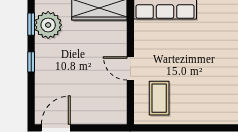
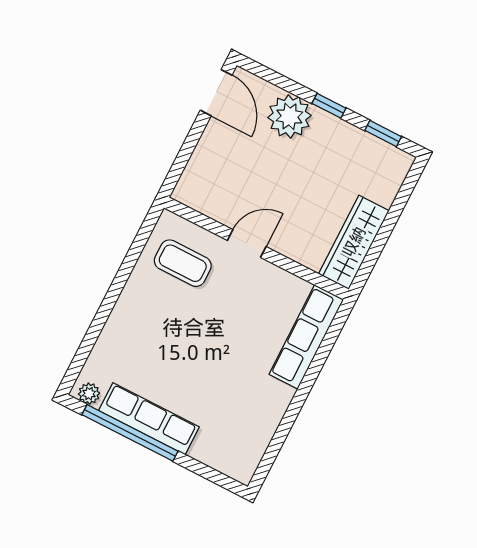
plant: (48, 25) -> (289, 116), moved

